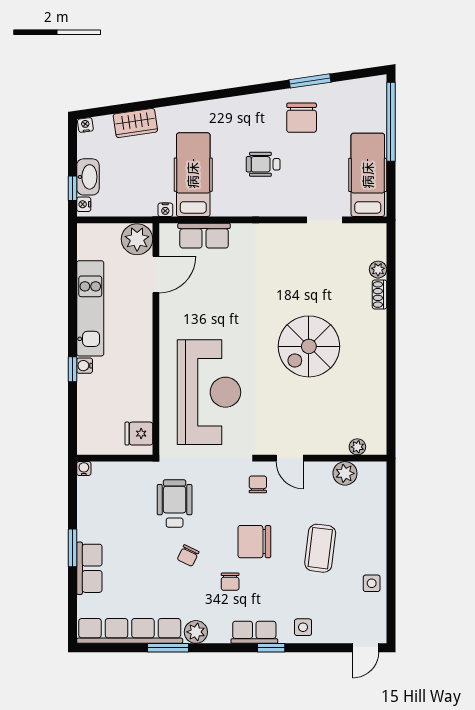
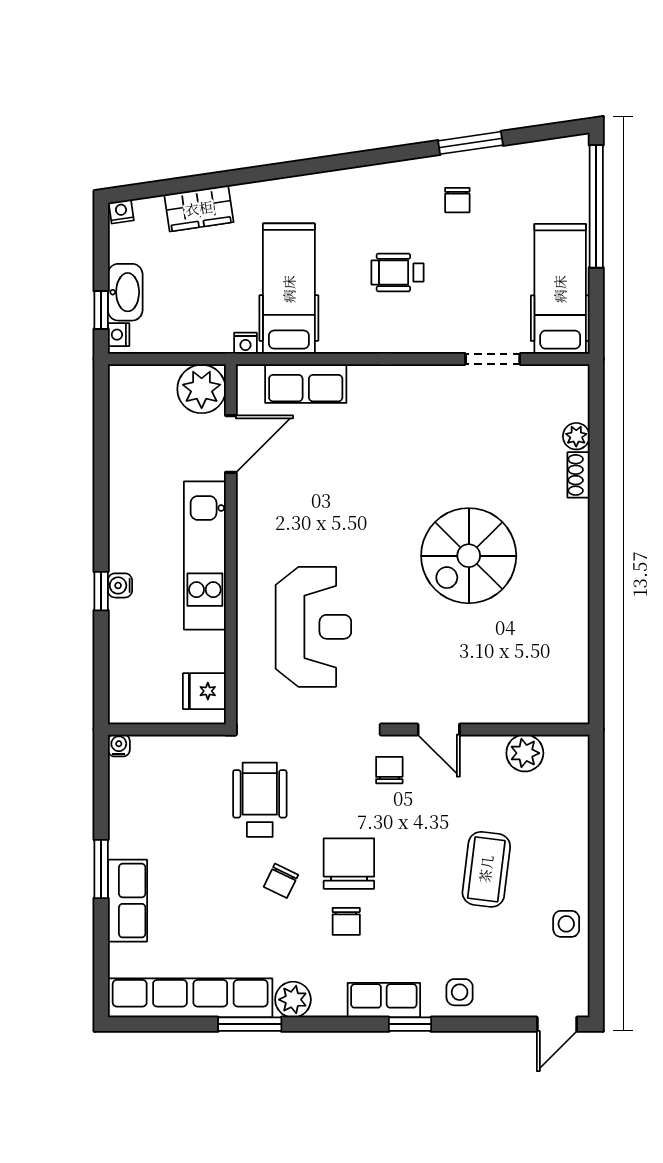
chair: (302, 118) -> (457, 200), width x0.54, depth x0.54
kitchen unit: (90, 308) -> (205, 555), moved, turned 180
reception desk: (209, 392) -> (313, 627), width x0.74, depth x0.77
plant: (357, 447) -> (544, 712), removed
chair: (254, 542) -> (349, 864), moved, turned 90

